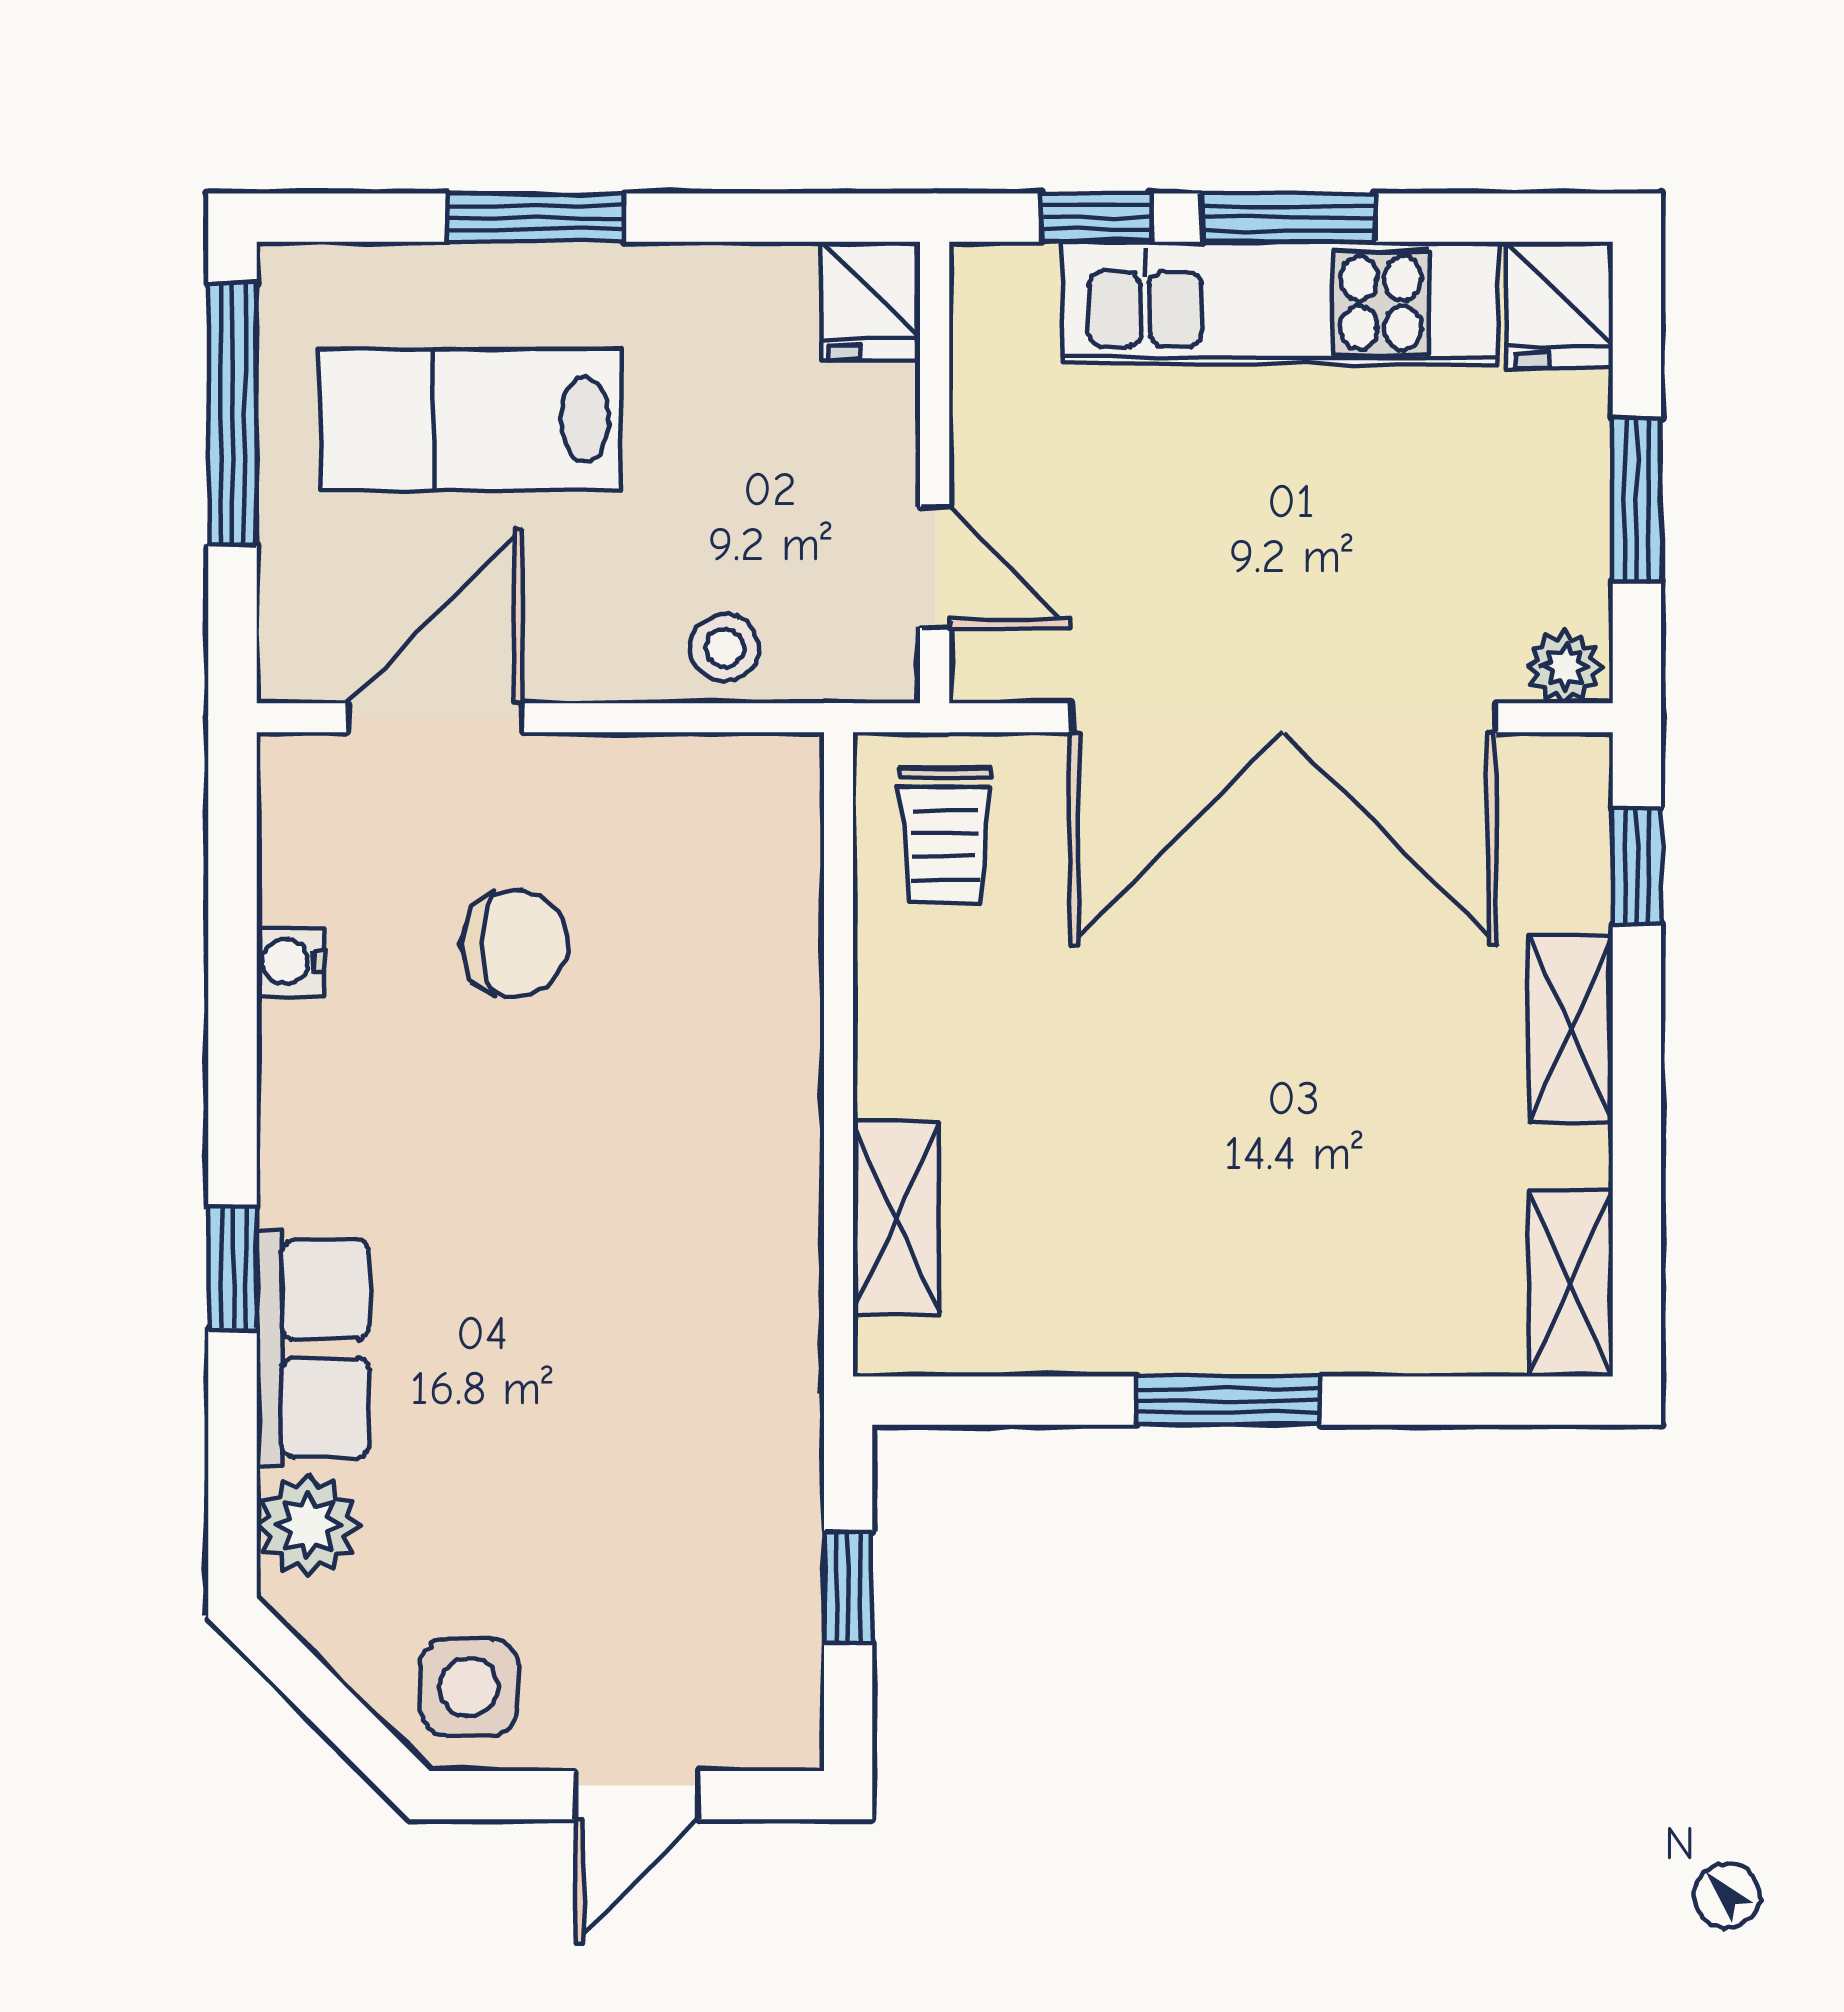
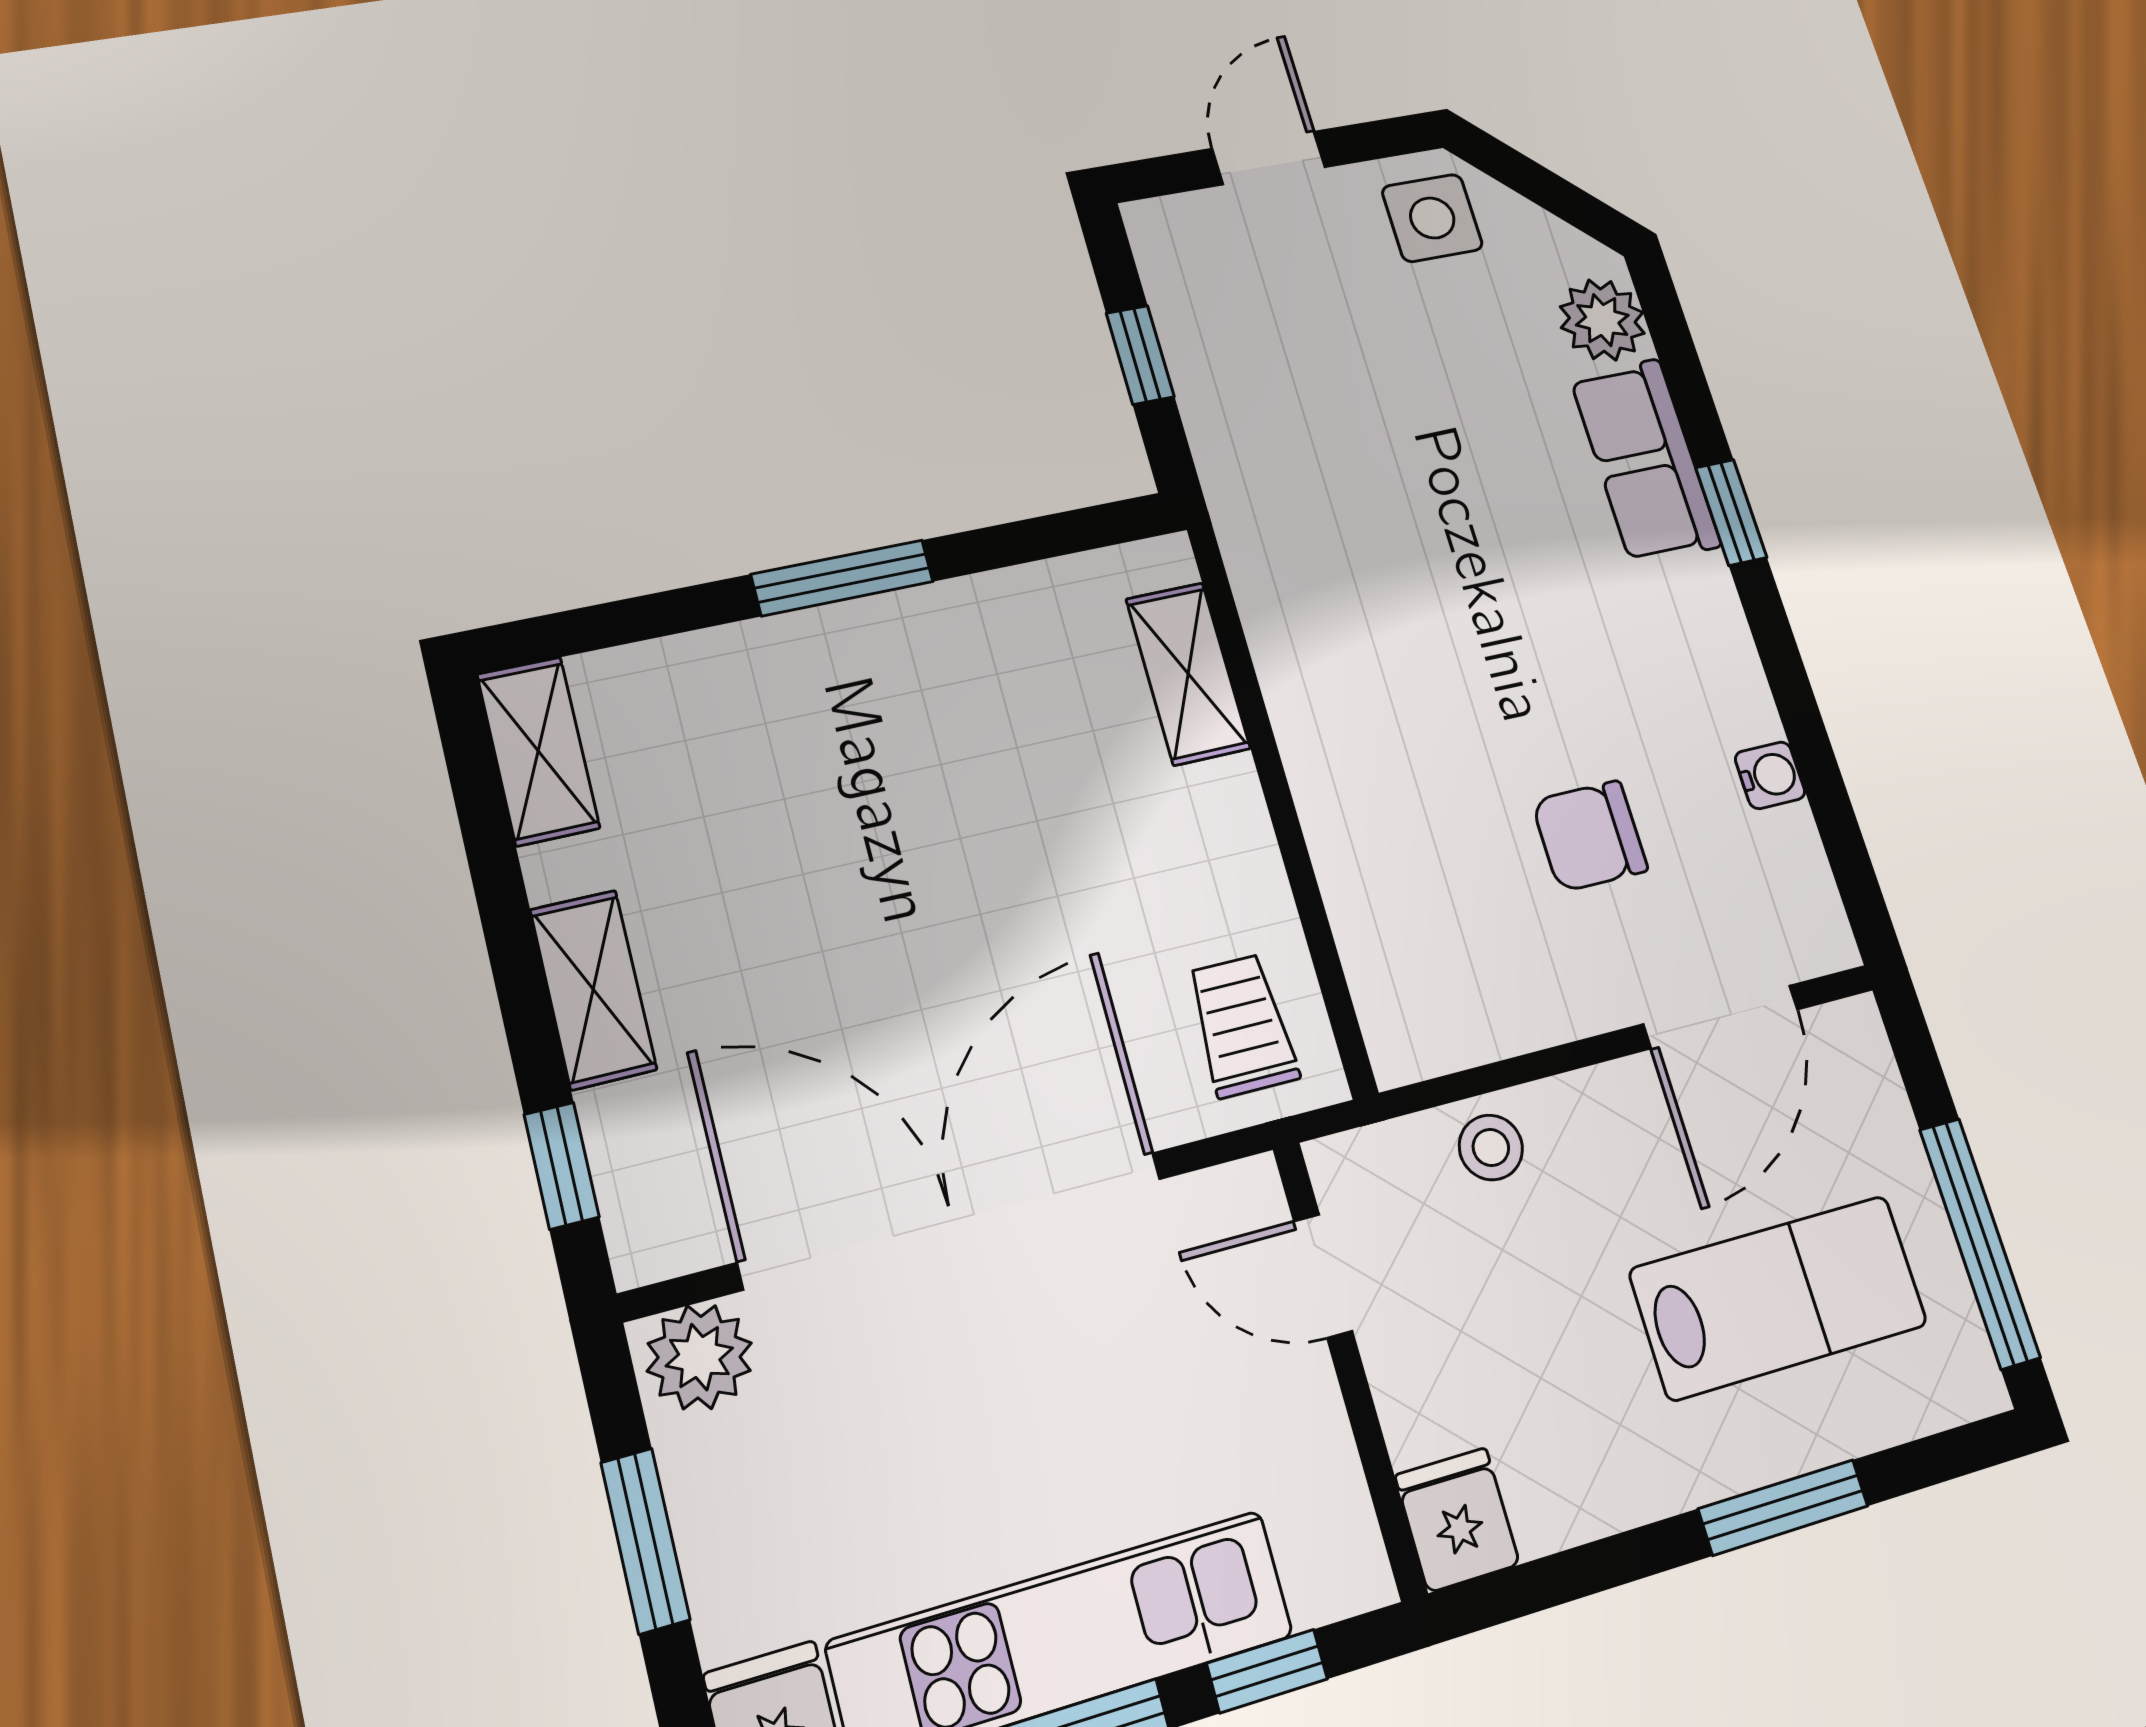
plant: (1565, 667) -> (699, 1357), width x1.38, depth x1.38

